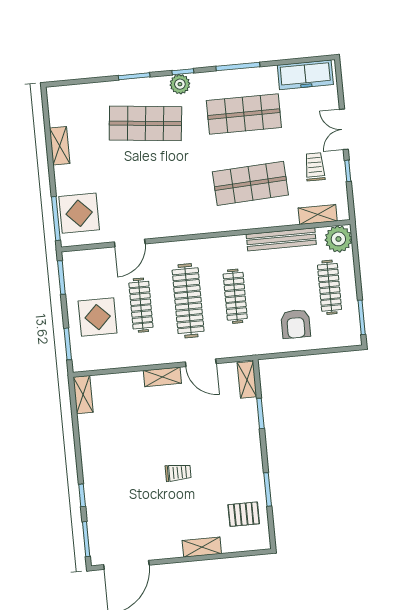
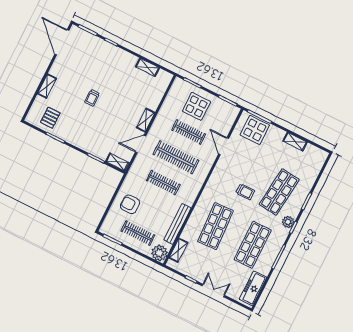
trolley: (315, 167) -> (245, 192), moved
shelving: (83, 395) -> (147, 67), moved

